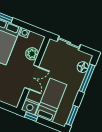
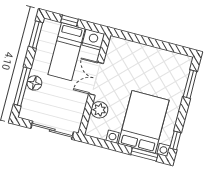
sliding door: (69, 43) -> (52, 130), width x1.37
floor lamp: (83, 67) -> (34, 83), moved
window: (31, 117) -> (69, 21), moved

